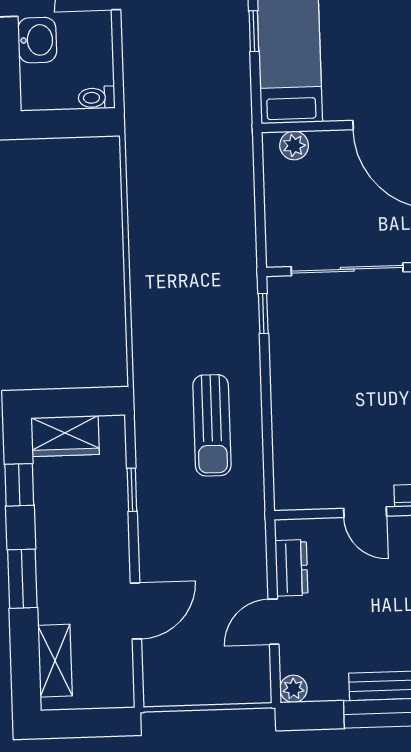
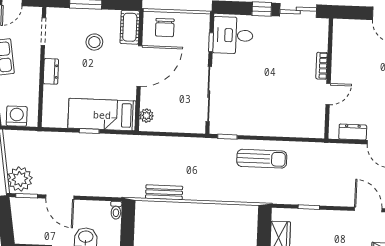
bench: (140, 193) -> (164, 192), added
sun lounger: (212, 425) -> (262, 159), moved

